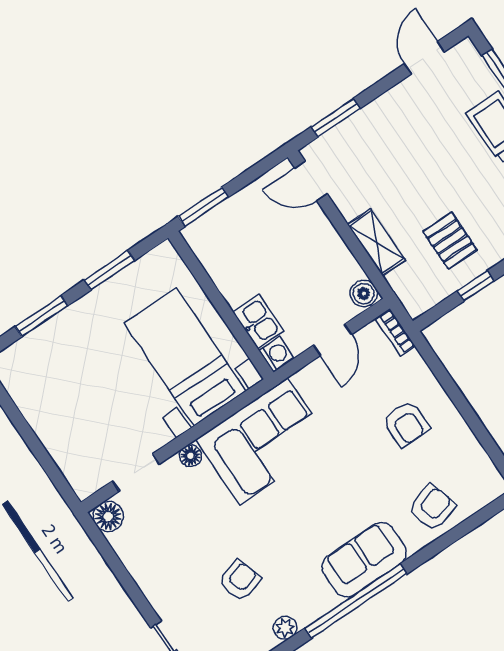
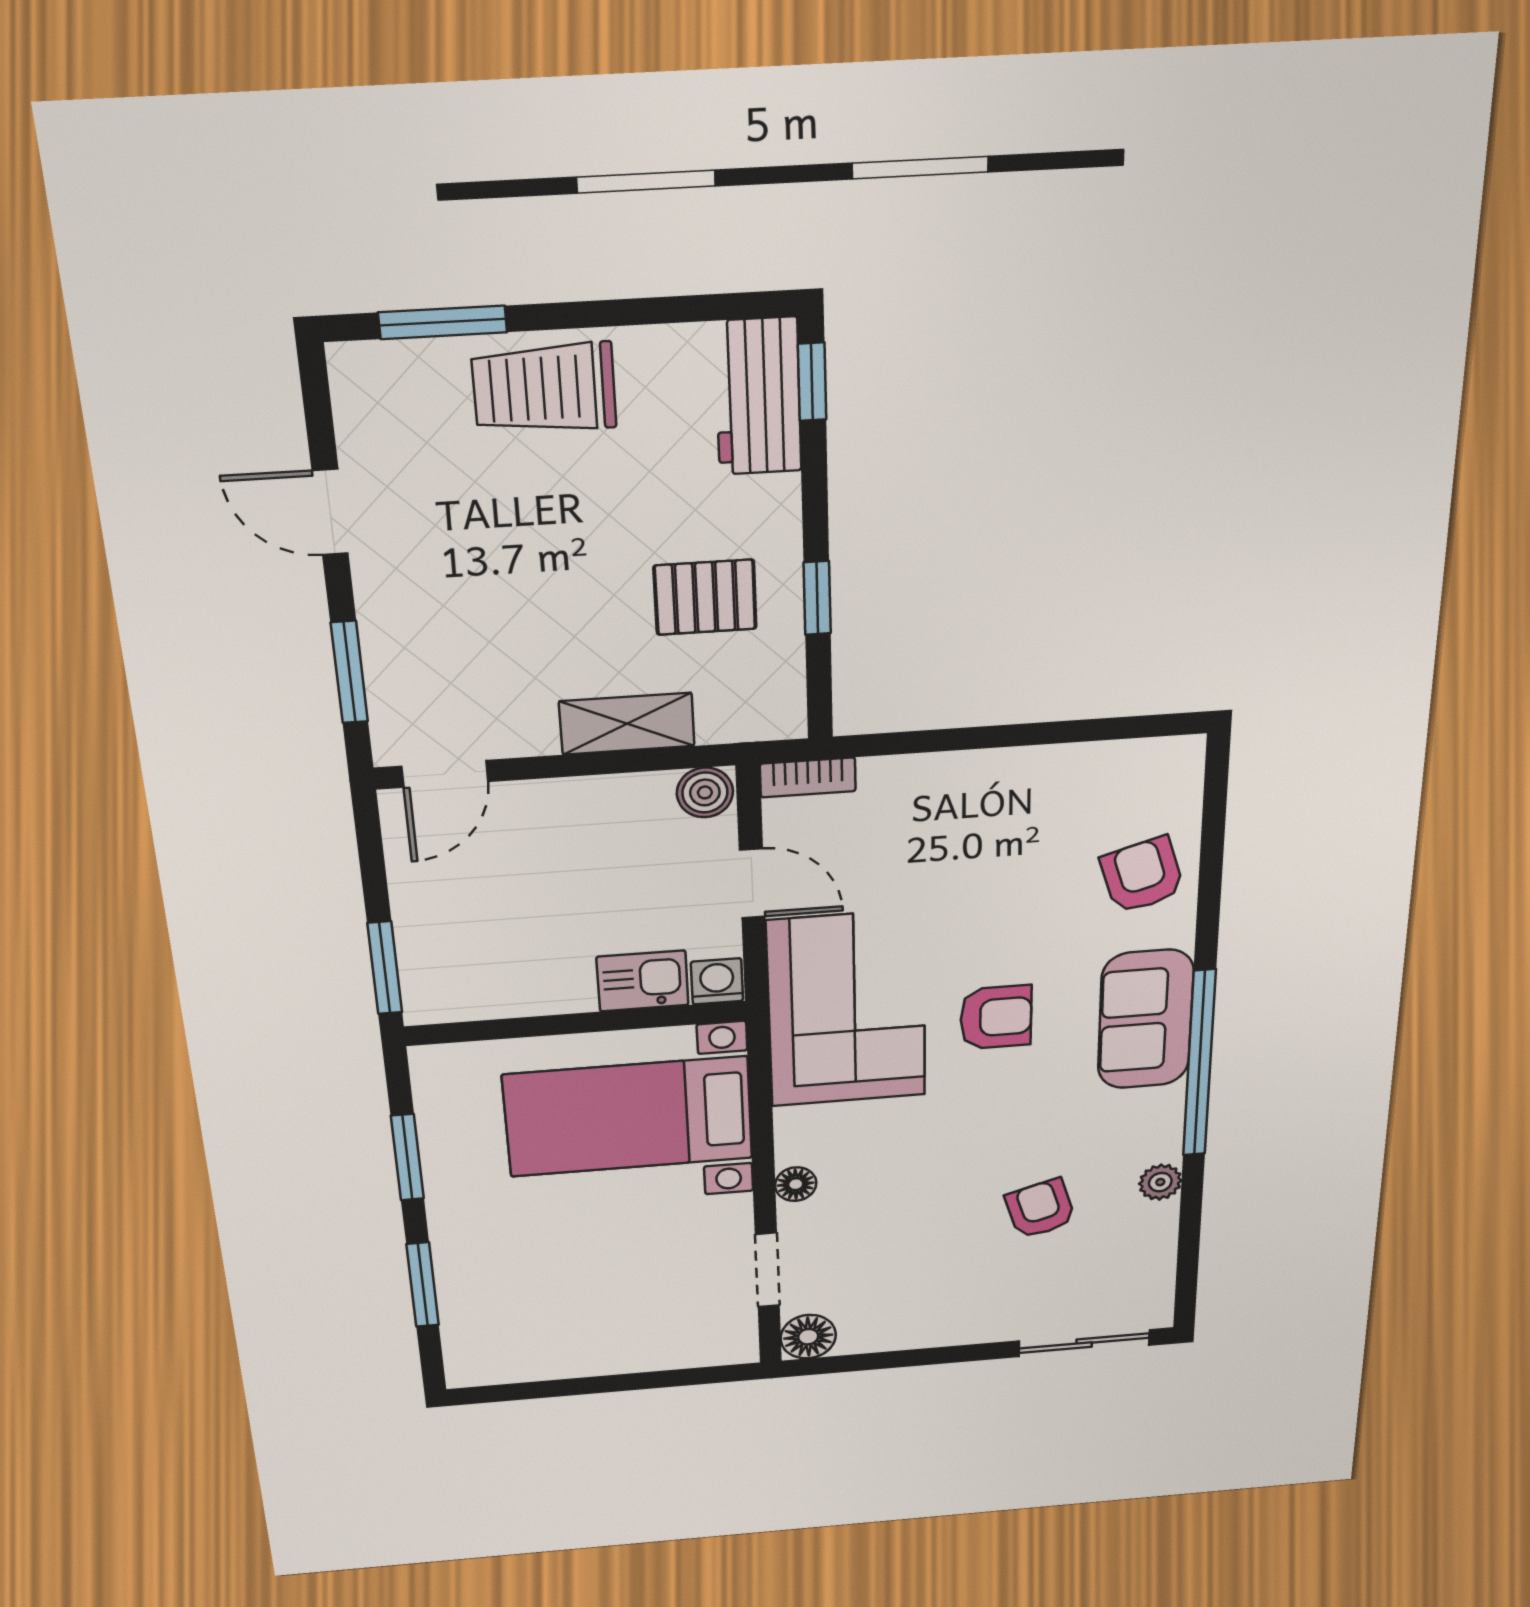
door: (424, 58) -> (330, 512), moved
armchair: (406, 424) -> (996, 1017), moved
corner sofa: (264, 441) -> (847, 1009), moved

